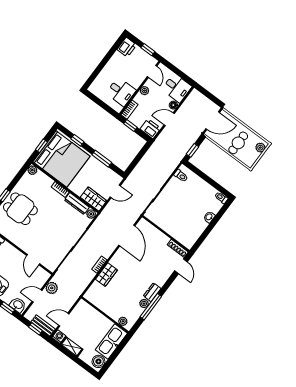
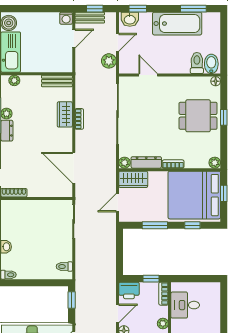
bench: (95, 300) -> (57, 81), added
shelving: (72, 347) -> (46, 18), removed

